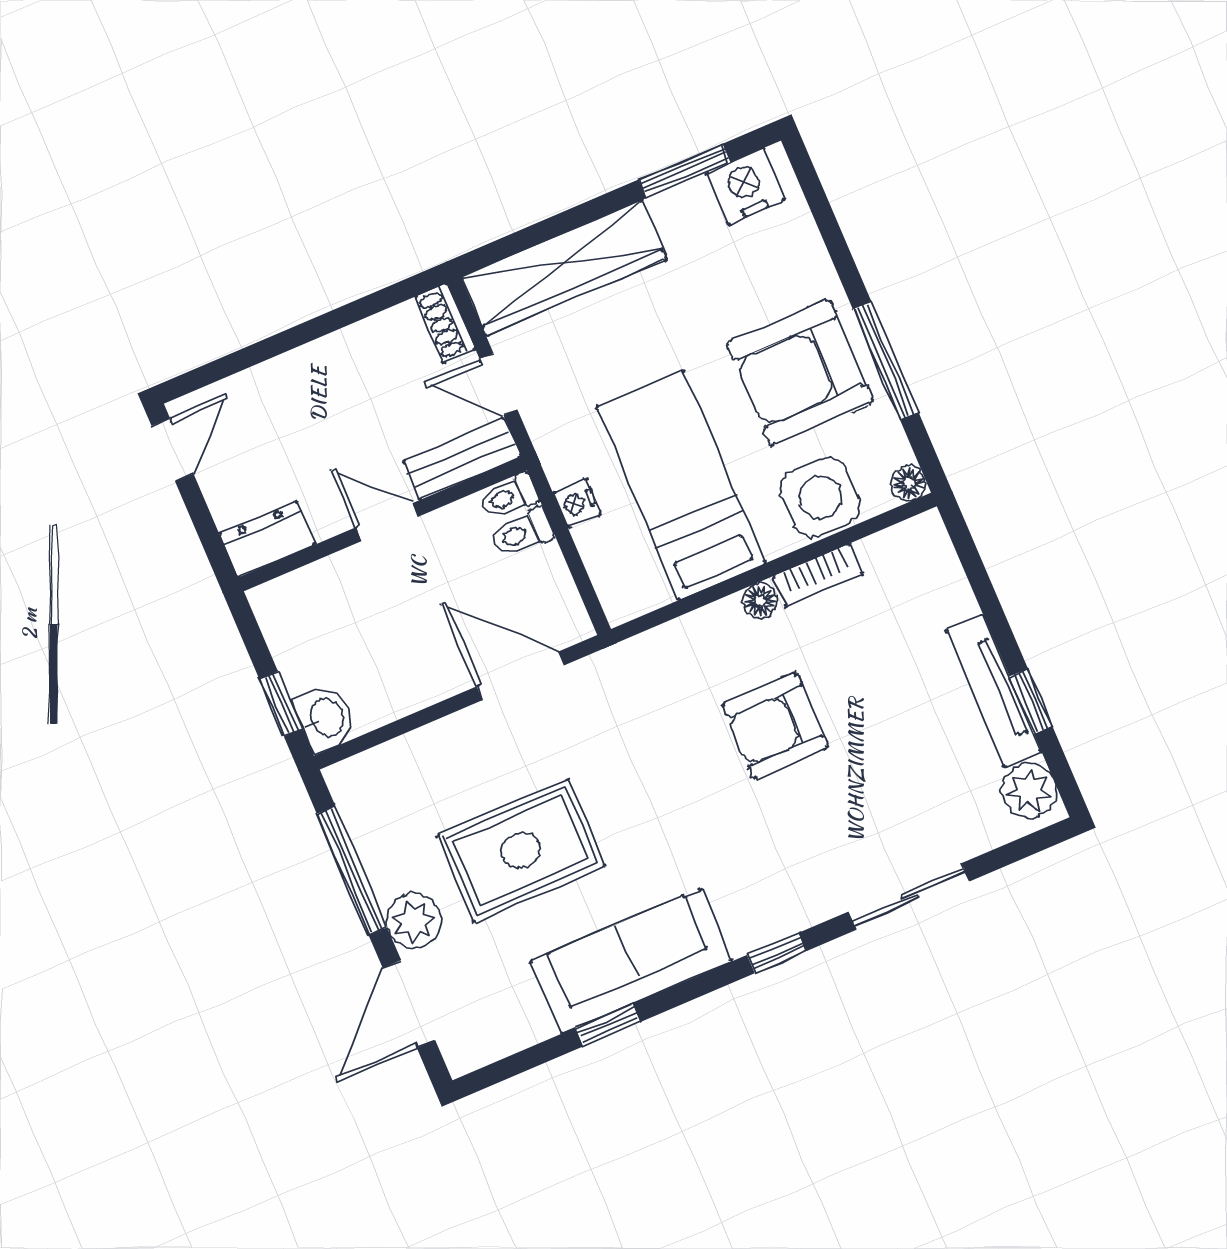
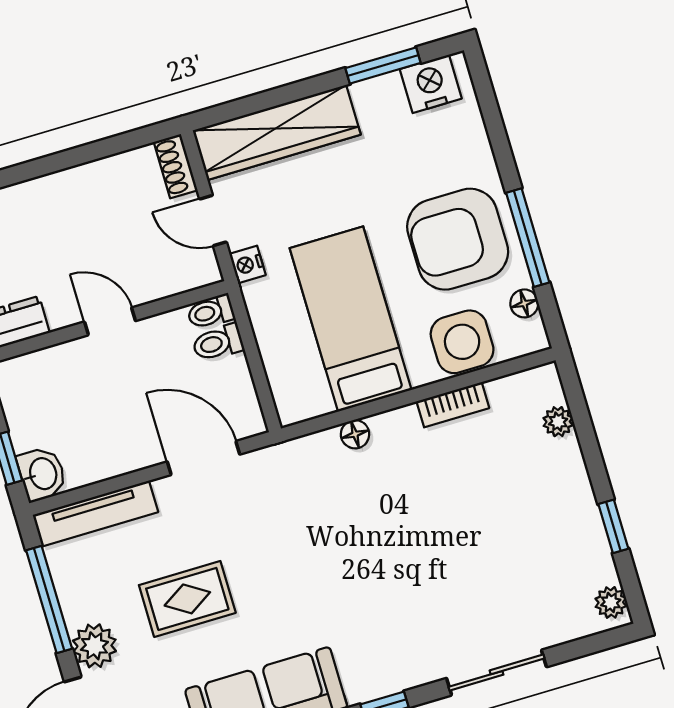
bench: (462, 459) -> (176, 277), removed
floor lamp: (909, 484) -> (524, 303), moved
nightstand: (577, 503) -> (247, 264), moved
plant: (949, 581) -> (558, 422), added
floor lamp: (760, 601) -> (355, 434), moved
tv unit: (994, 691) -> (95, 513), moved, turned -90
armchair: (775, 725) -> (404, 522), removed
plant: (1029, 791) -> (611, 602), width x0.73, depth x0.73
rug: (521, 850) -> (187, 599), width x0.73, depth x0.70

